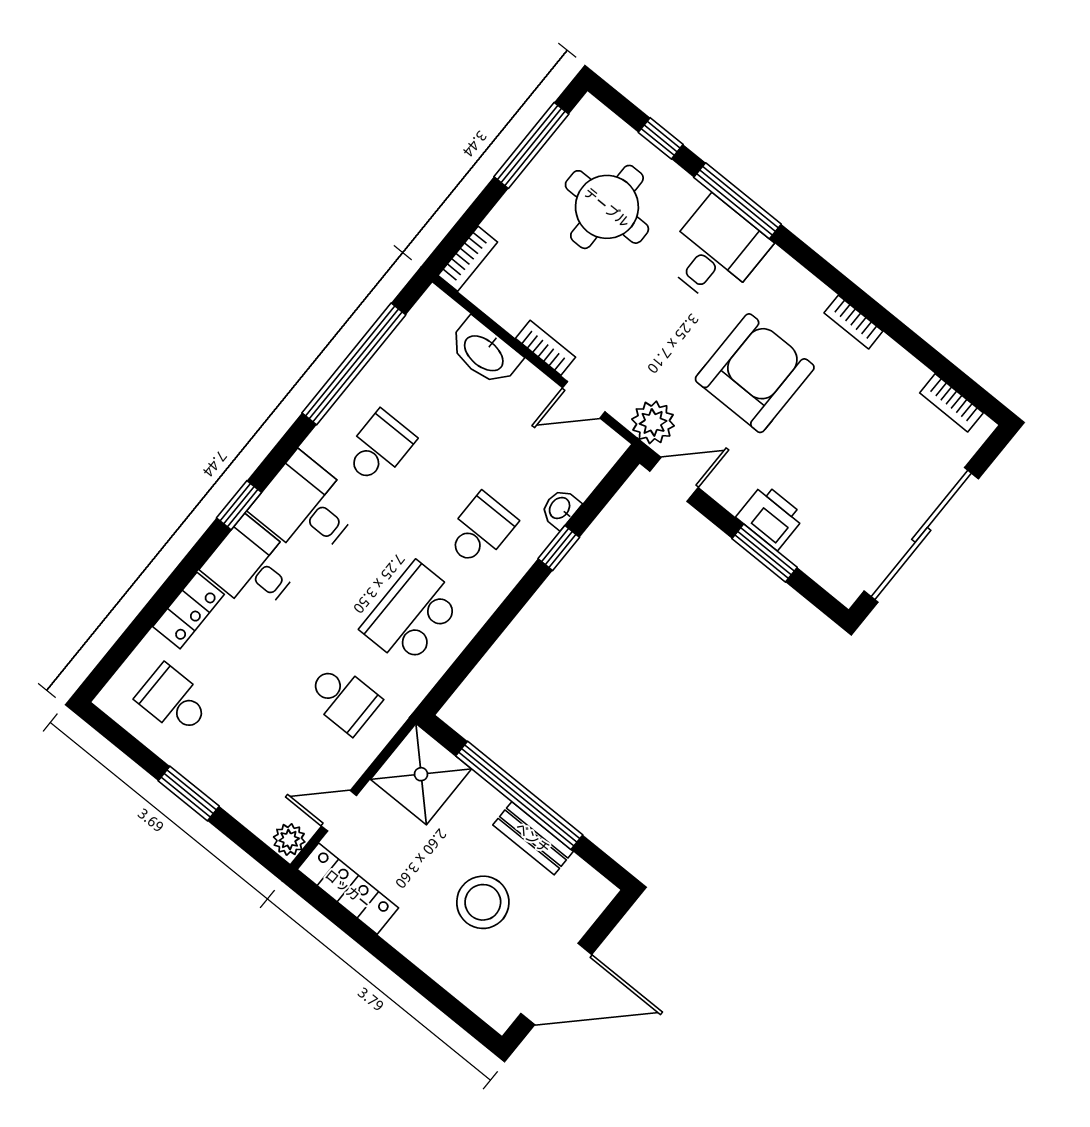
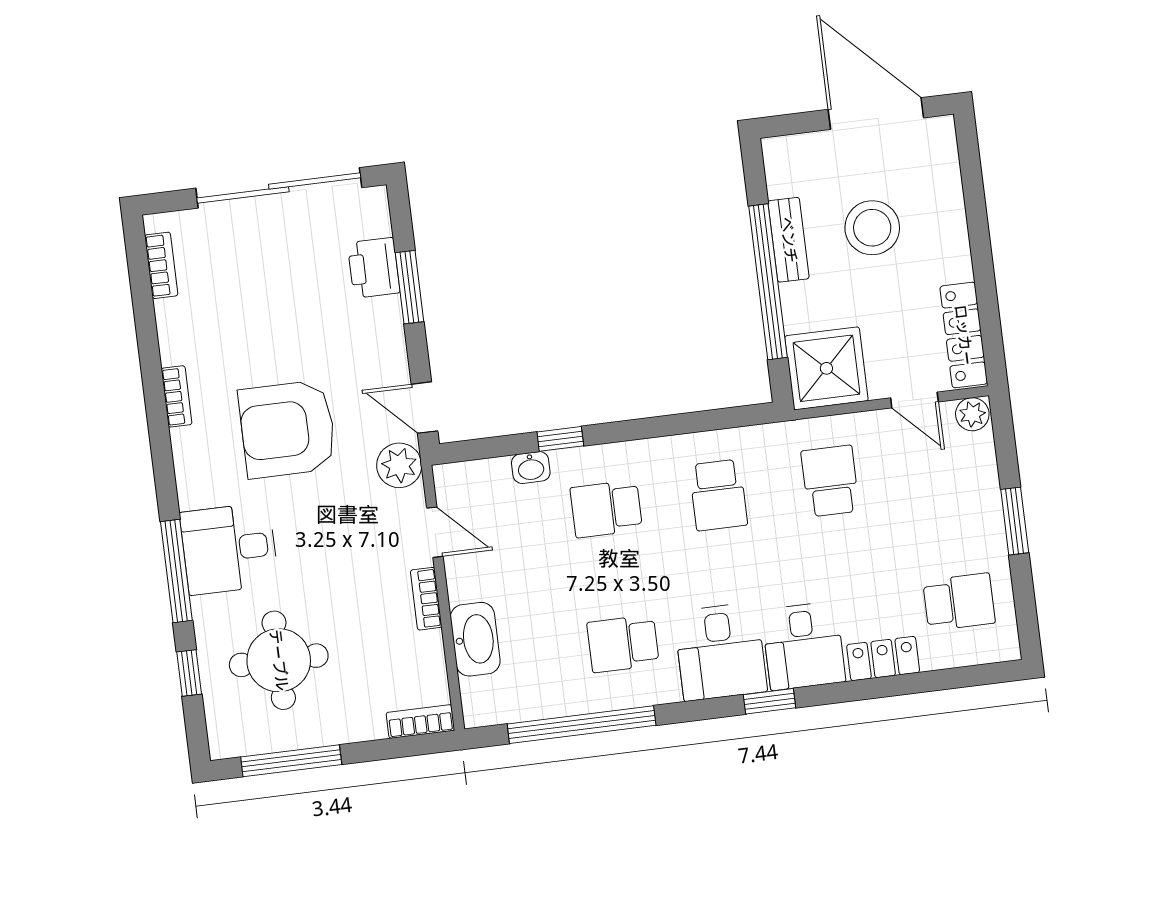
printer: (770, 517) -> (374, 268), moved
school desk: (412, 614) -> (718, 495), width x0.54
school desk: (174, 700) -> (959, 602), turned -90

